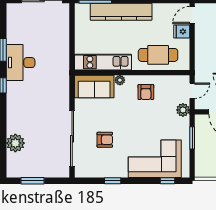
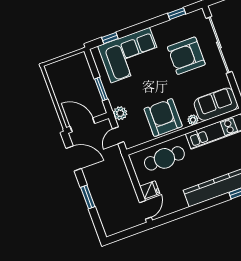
armchair: (146, 92) -> (163, 118), width x1.88, depth x1.88
armchair: (105, 140) -> (186, 56), width x1.88, depth x1.88
window: (113, 181) -> (177, 14), moved

